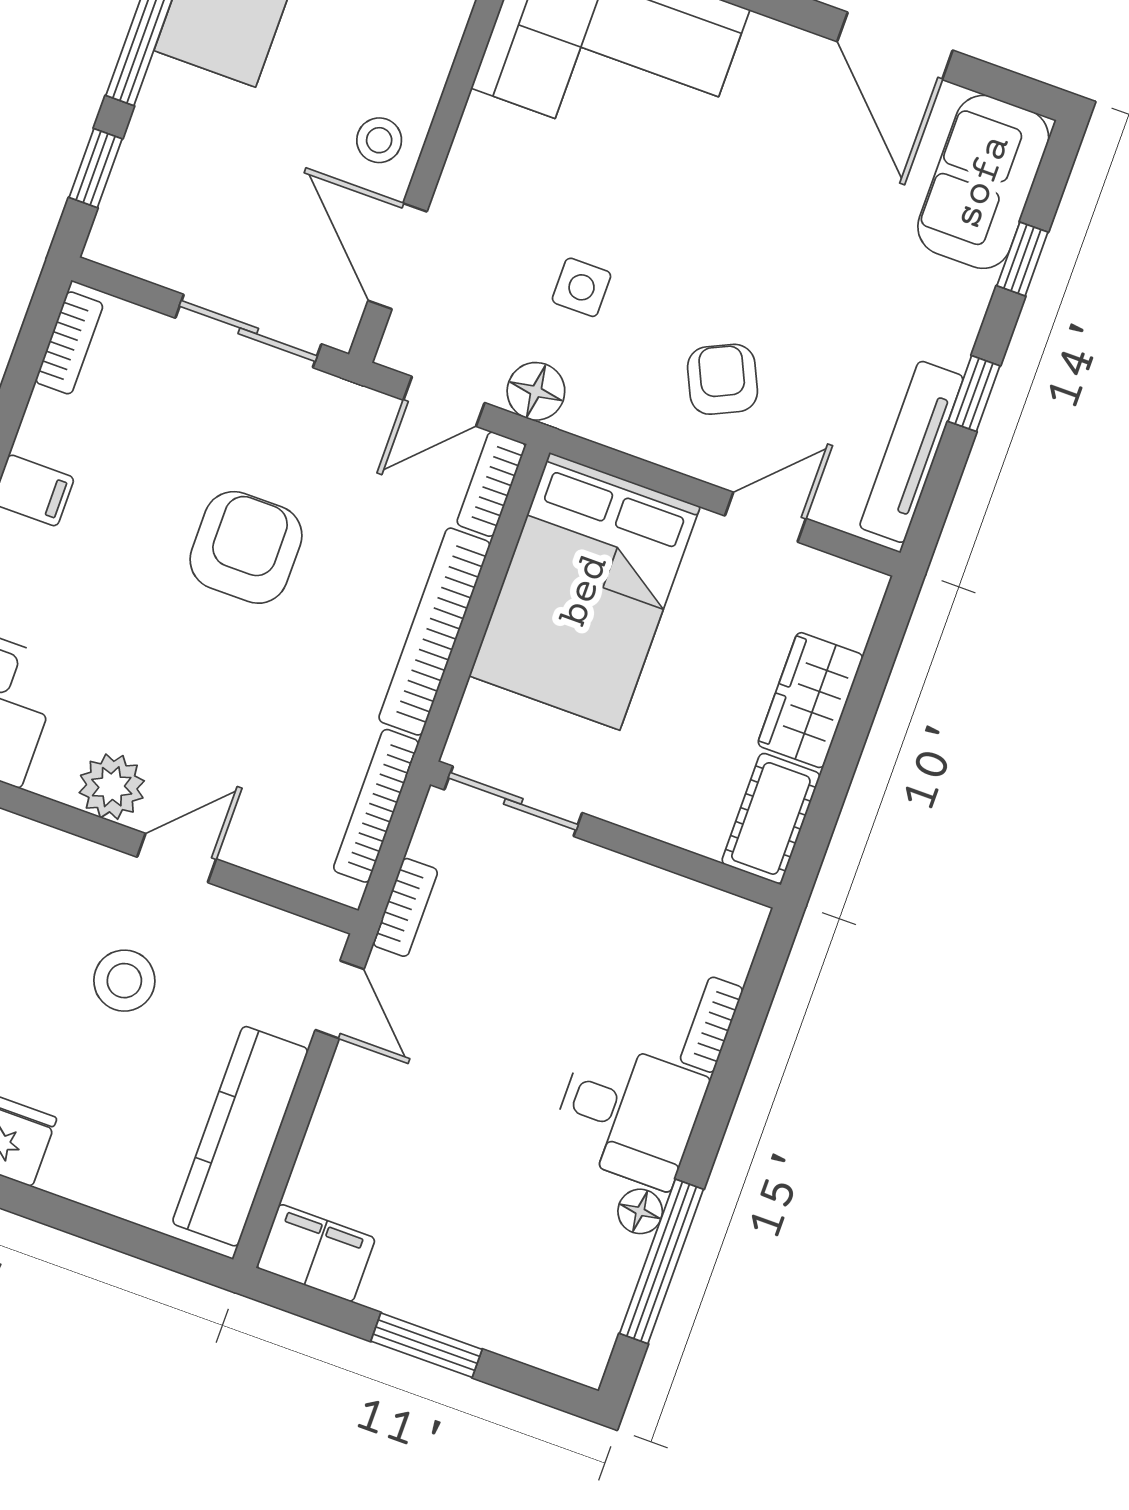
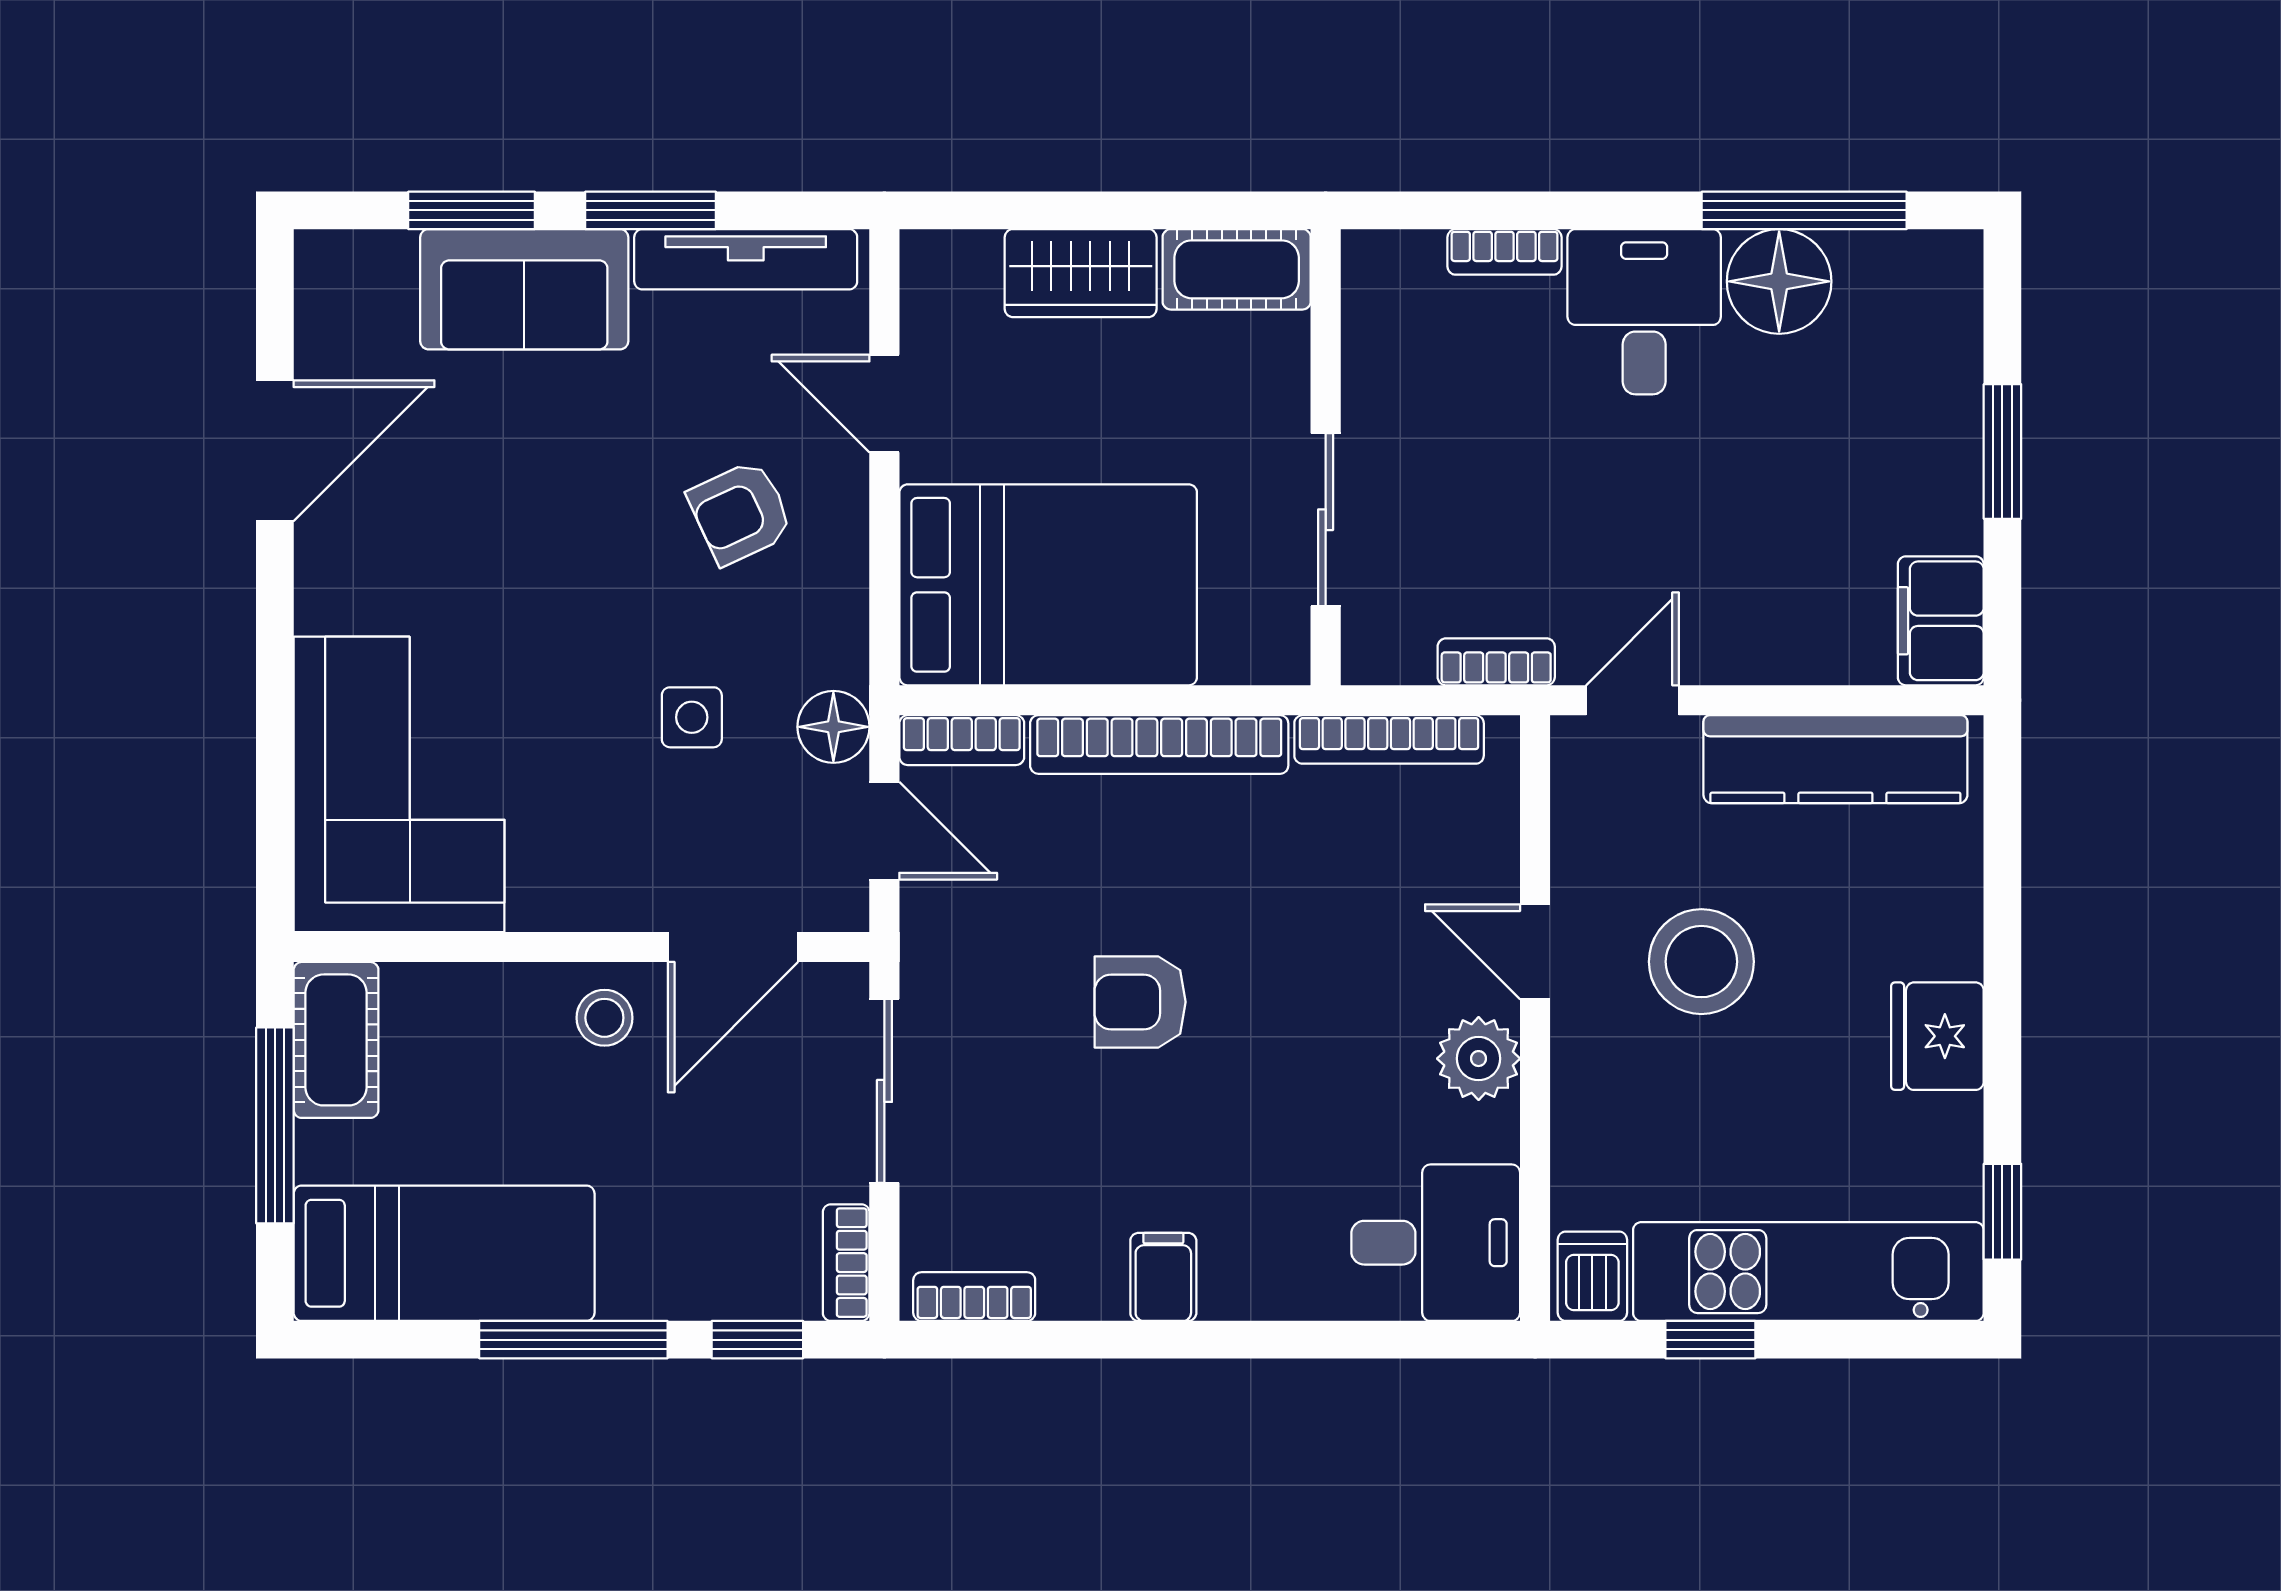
sofa: (983, 182) -> (524, 289), moved
bookcase: (130, 256) -> (846, 1263), added
window: (1022, 259) -> (472, 210), width x1.50
window: (974, 394) -> (651, 210), width x1.50
armchair: (246, 547) -> (1140, 1002), width x0.72, depth x0.72
sliding door: (513, 801) -> (1326, 520), moved
stool: (124, 981) -> (1701, 962), width x1.38, depth x1.38
floor lamp: (640, 1211) -> (1779, 281), width x1.89, depth x1.89

